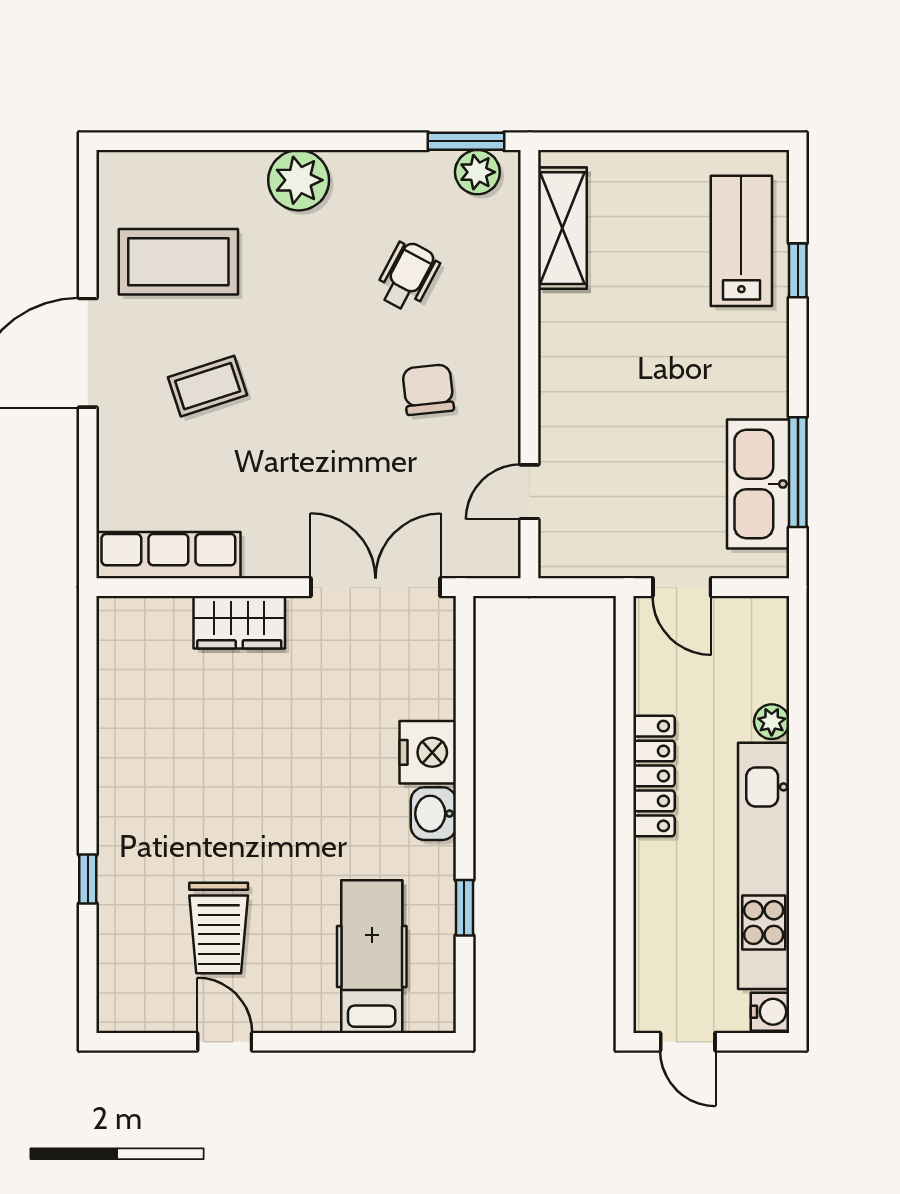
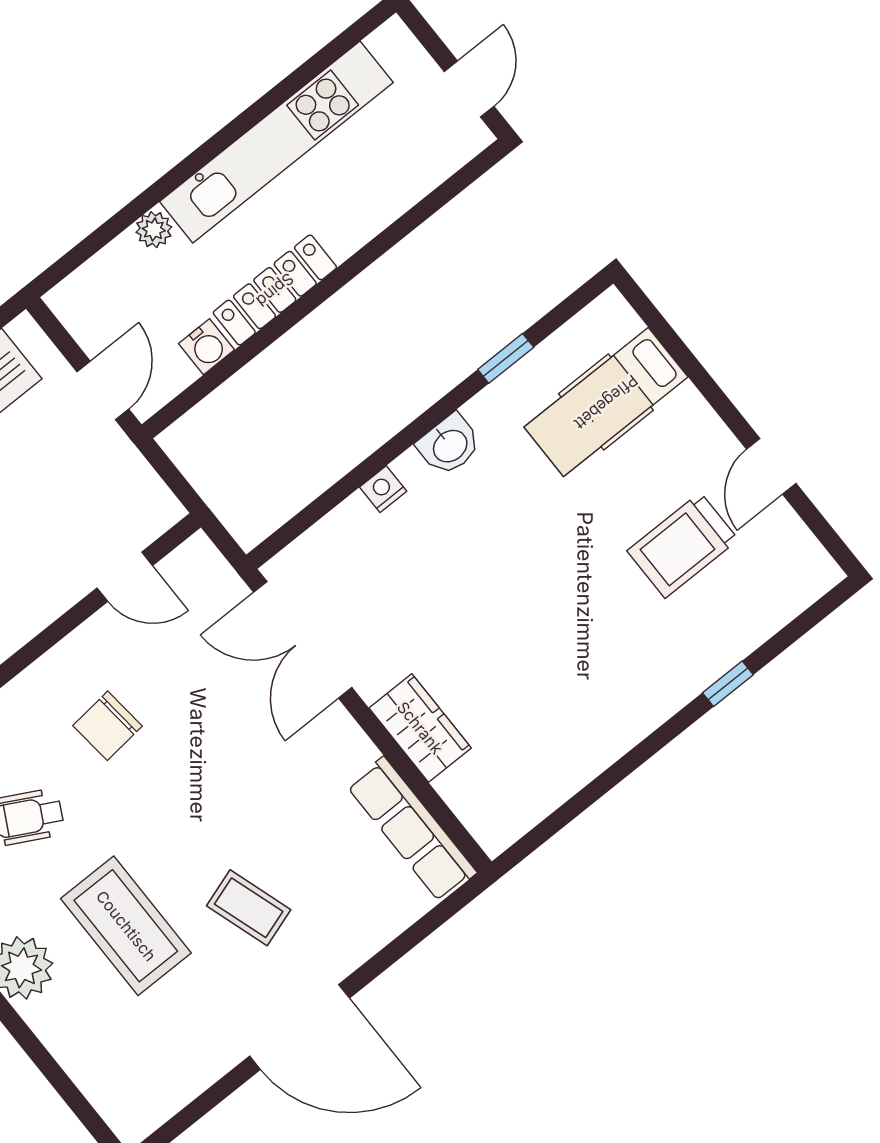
coffee table: (178, 262) -> (126, 926), moved
nightstand: (428, 752) -> (383, 489), width x0.53, depth x0.56
trolley: (219, 928) -> (683, 545), turned 180
water cooler: (770, 1012) -> (207, 347), moved, turned 180

